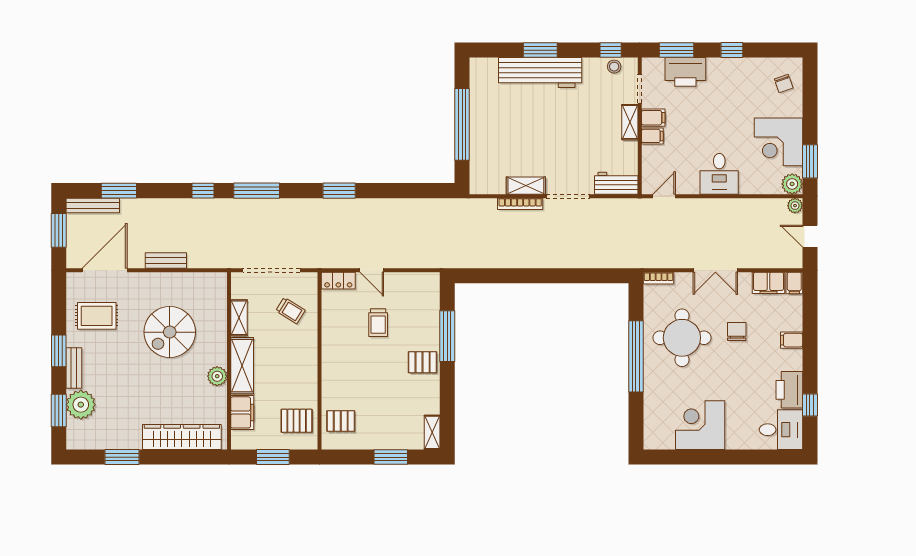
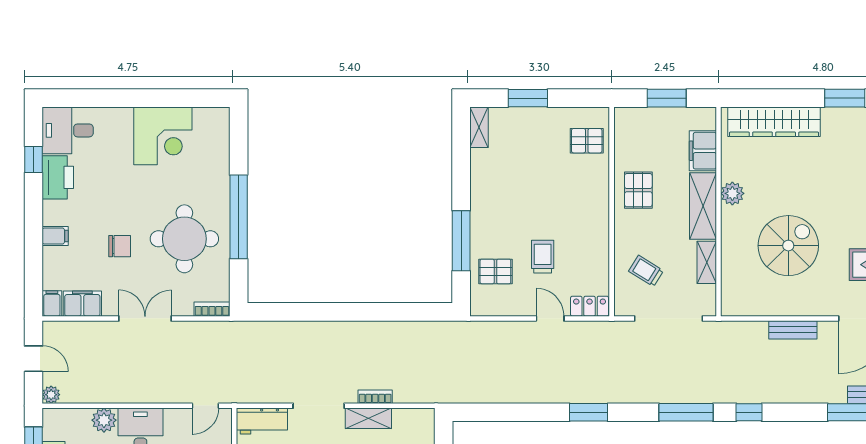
plant: (792, 184) -> (104, 420), moved
bookcase: (520, 204) -> (375, 397), width x0.64
chair: (737, 332) -> (120, 246), turned -90
pallet: (423, 362) -> (495, 271), moved
pallet: (297, 421) -> (638, 190), moved, turned 90

